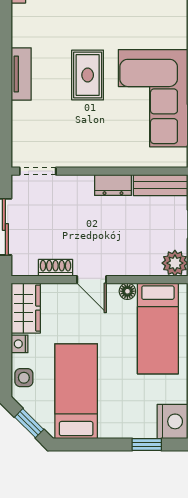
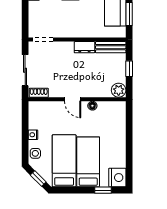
shoe rack: (55, 268) -> (39, 93), moved
wardrobe: (26, 308) -> (36, 115), removed
bed: (158, 329) -> (88, 162), moved, turned 180

